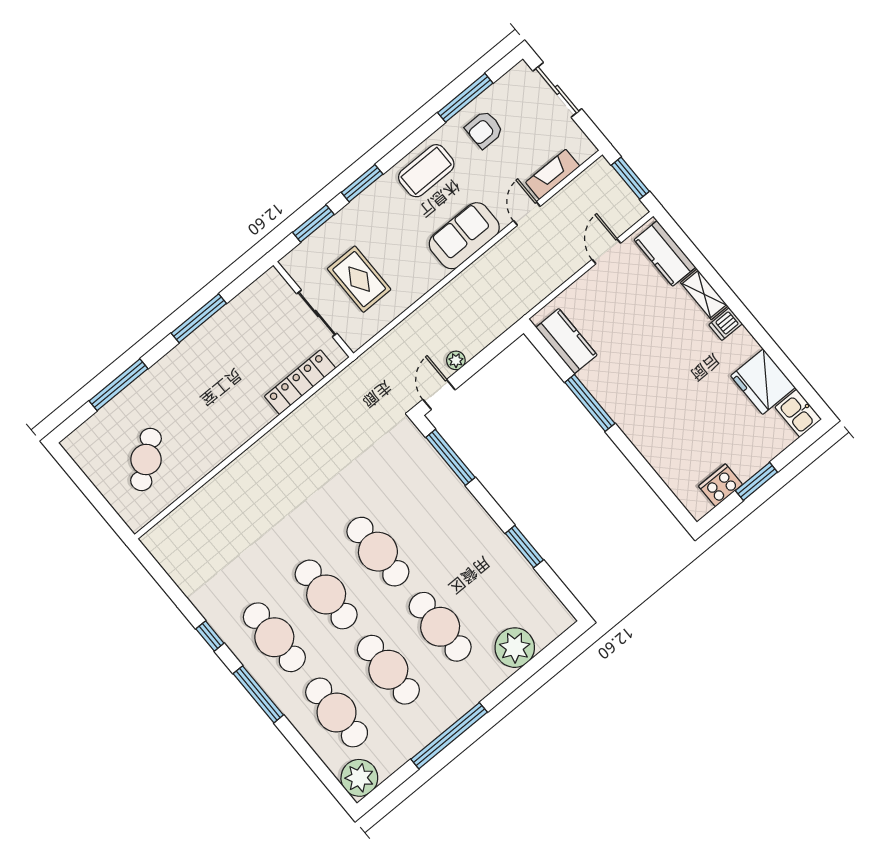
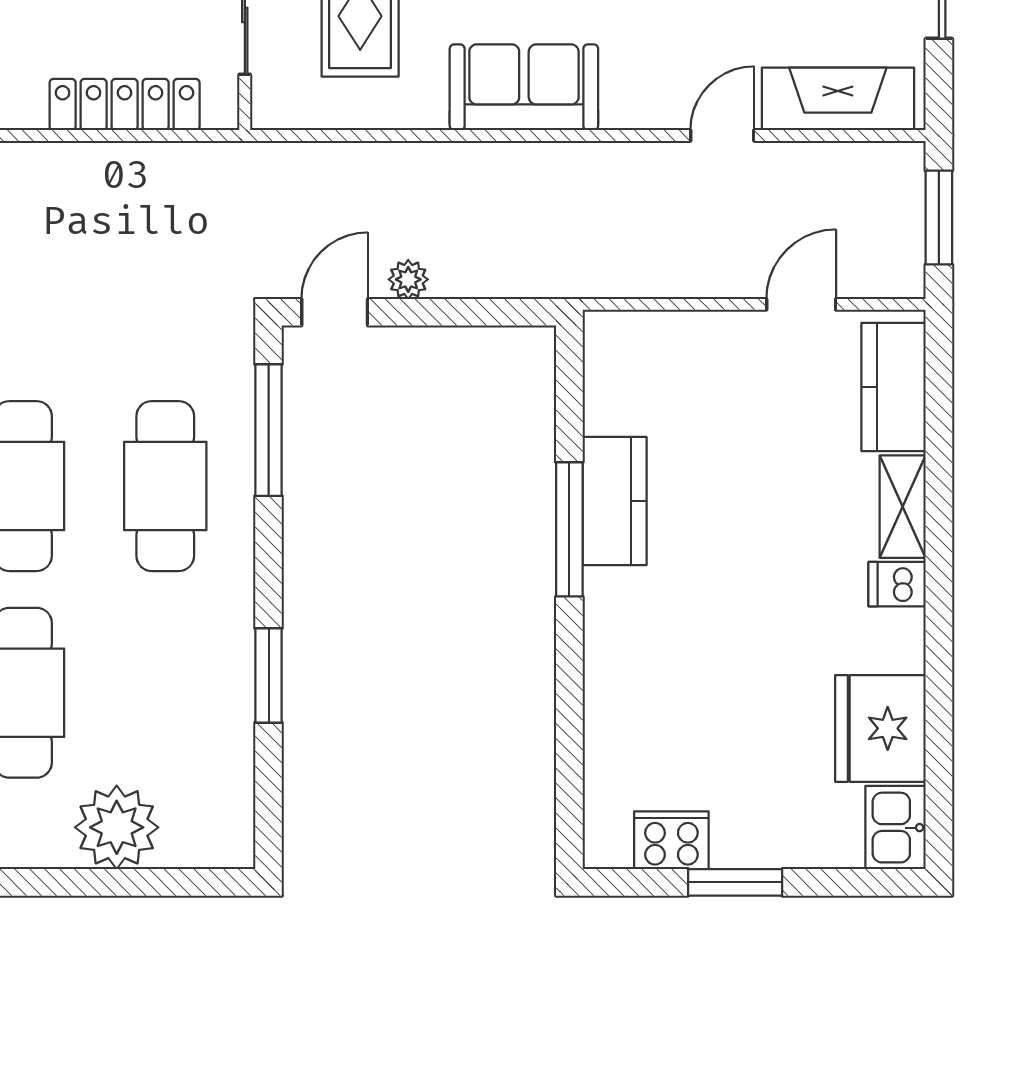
fireplace: (553, 174) -> (838, 99), width x1.37, depth x1.32
sofa: (464, 236) -> (524, 87), moved
kitchen counter: (566, 341) -> (615, 501), moved
cafe table: (430, 509) -> (165, 486), added

